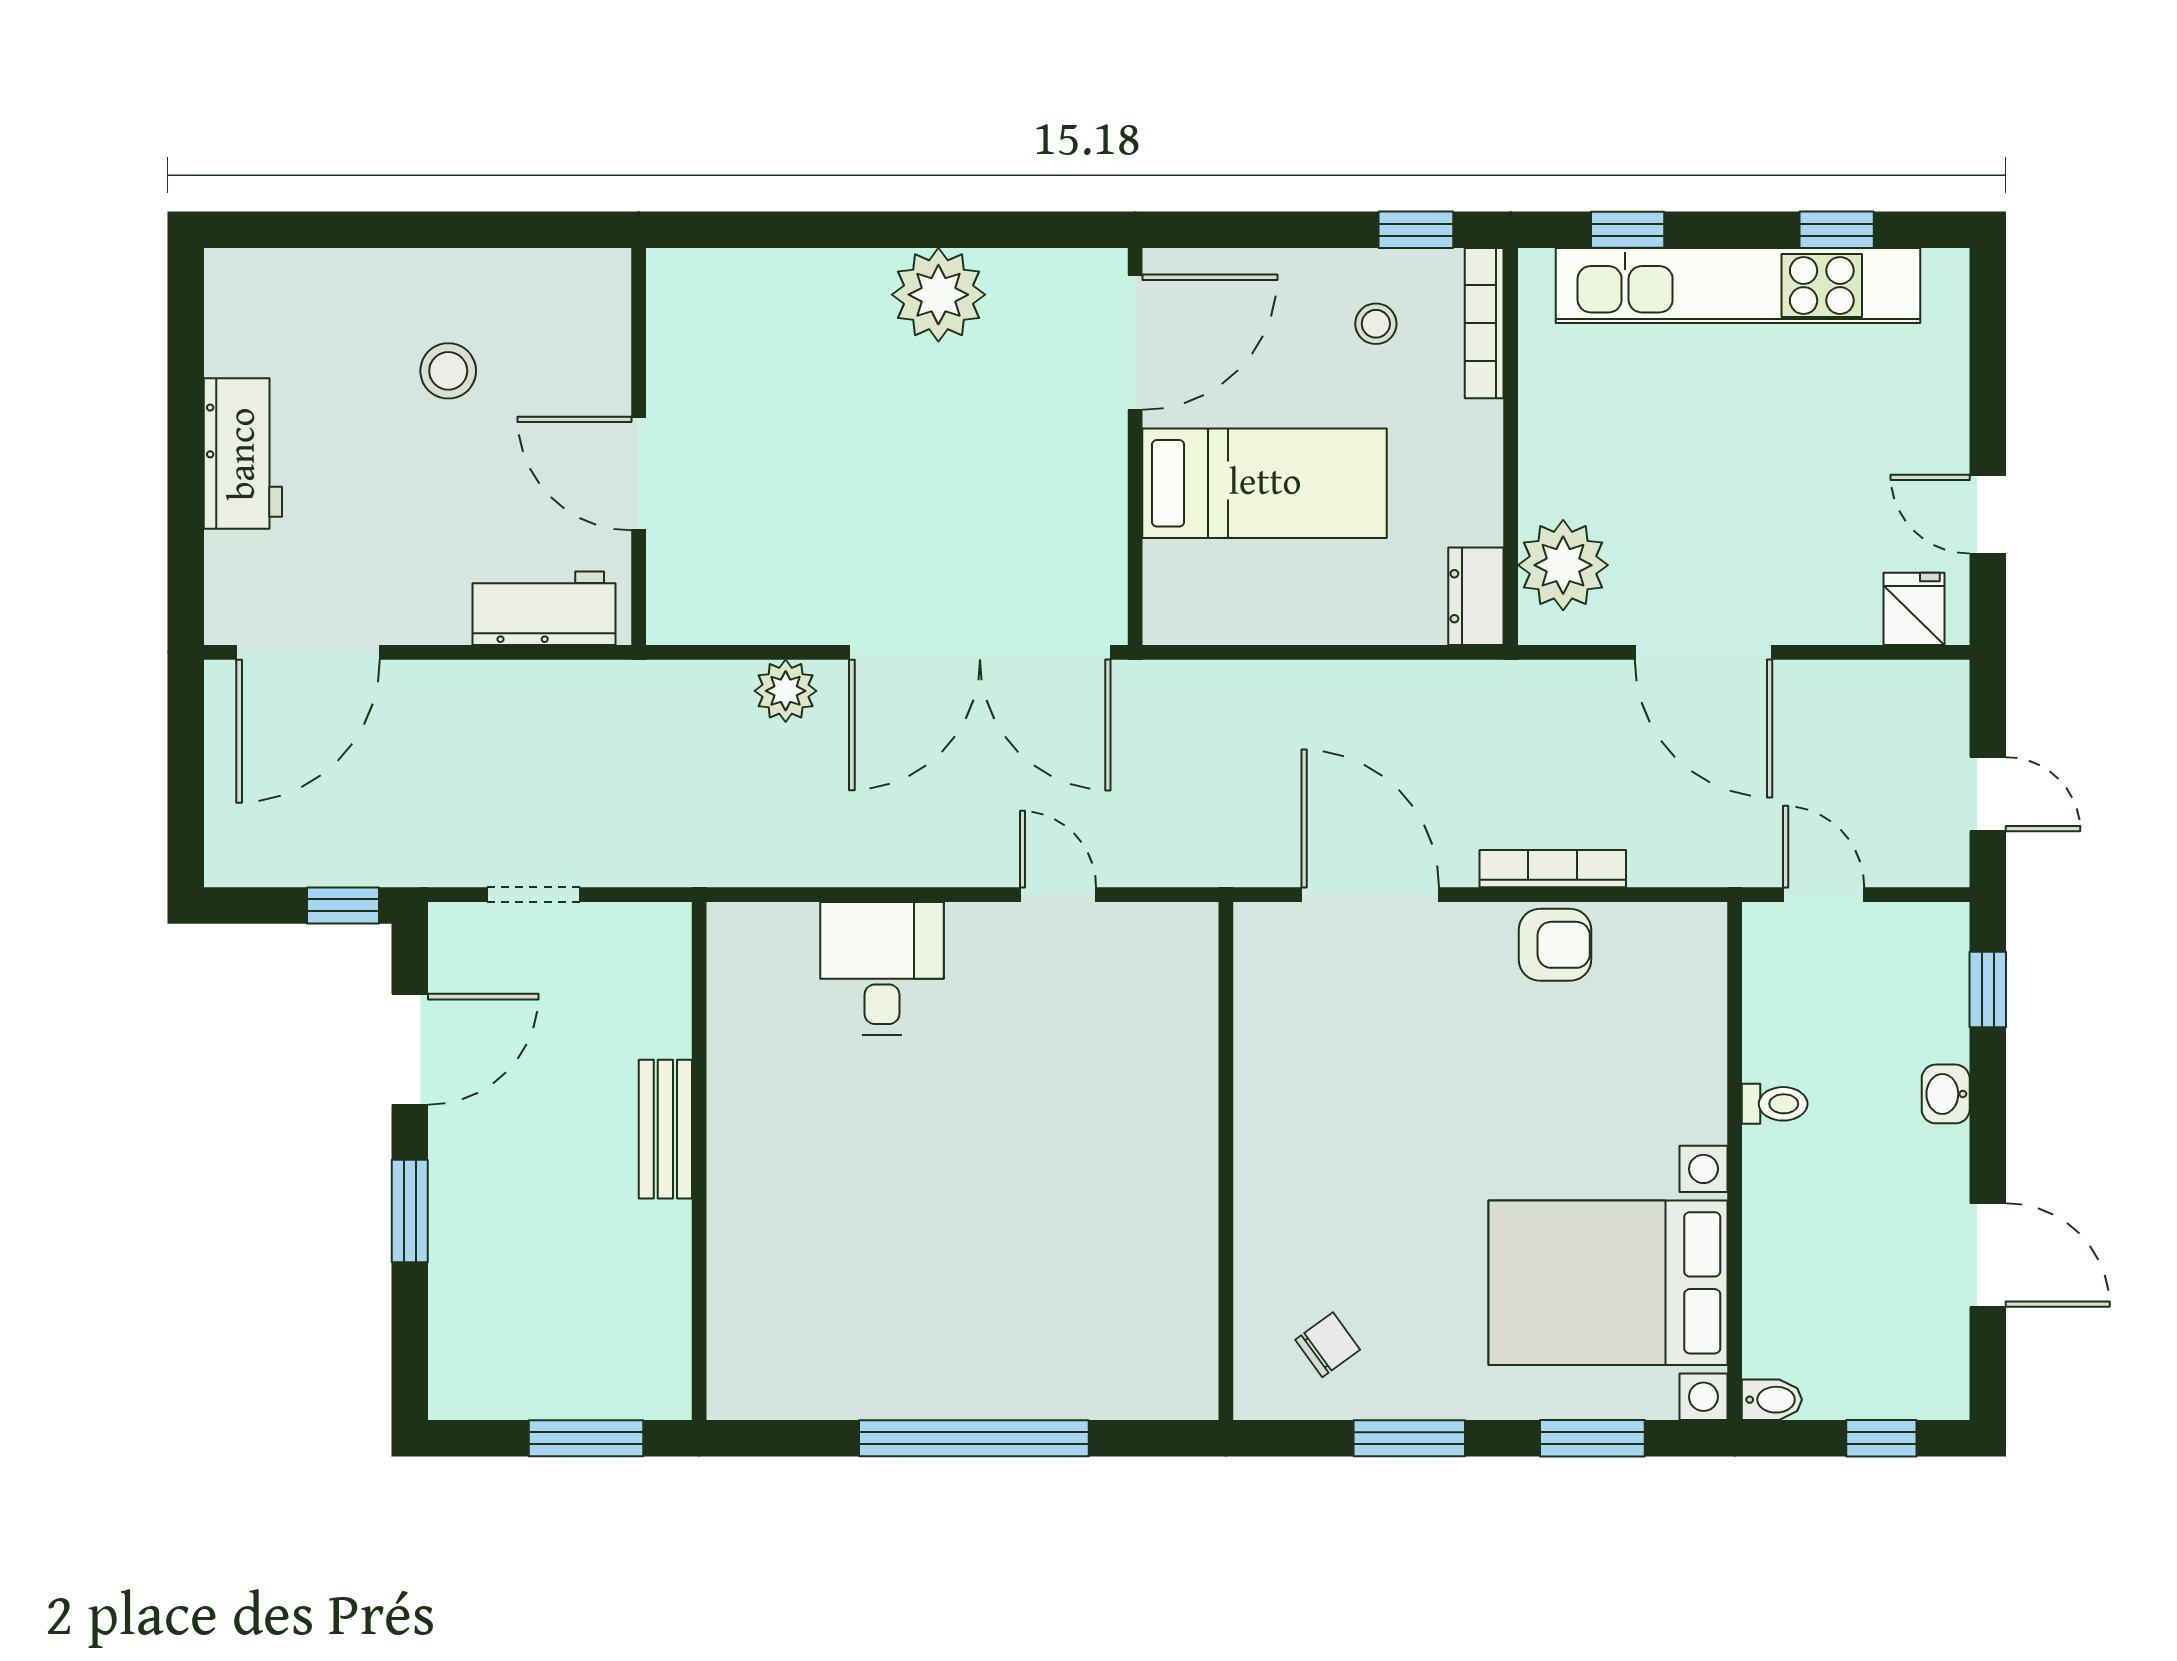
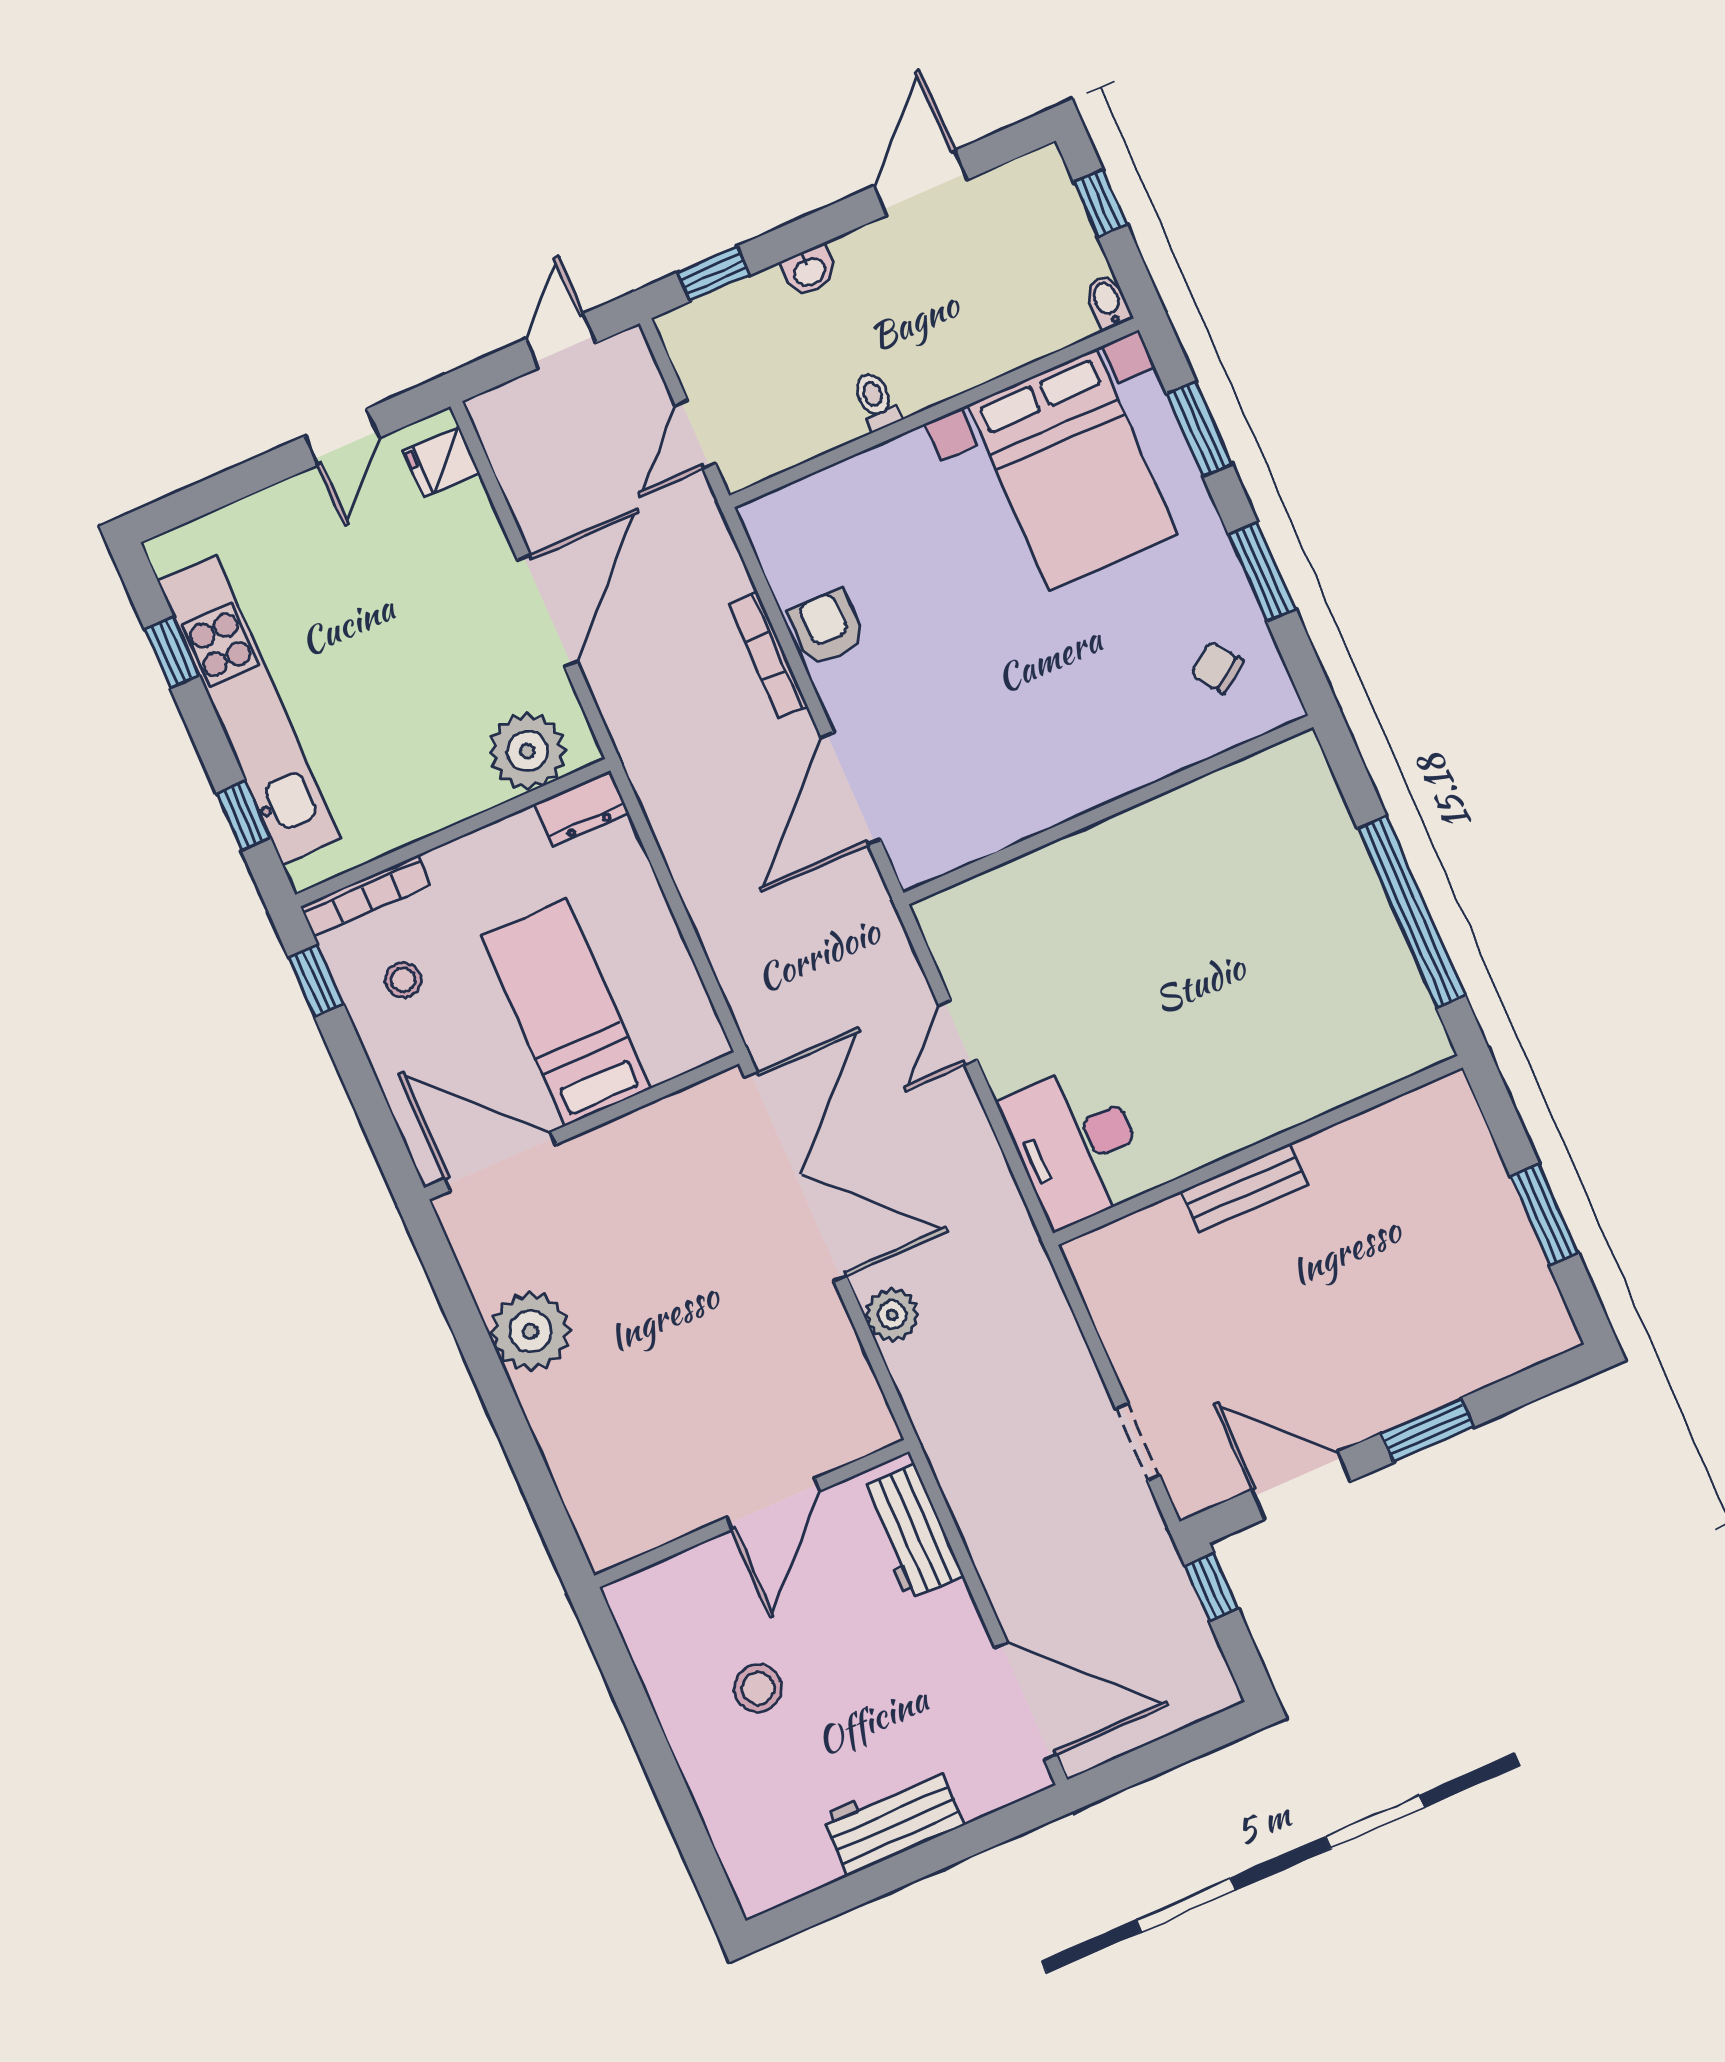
desk: (882, 968) -> (1076, 1145), width x1.37
bench: (665, 1129) -> (1245, 1188), moved
wall: (699, 1161) -> (1258, 1150), moved

